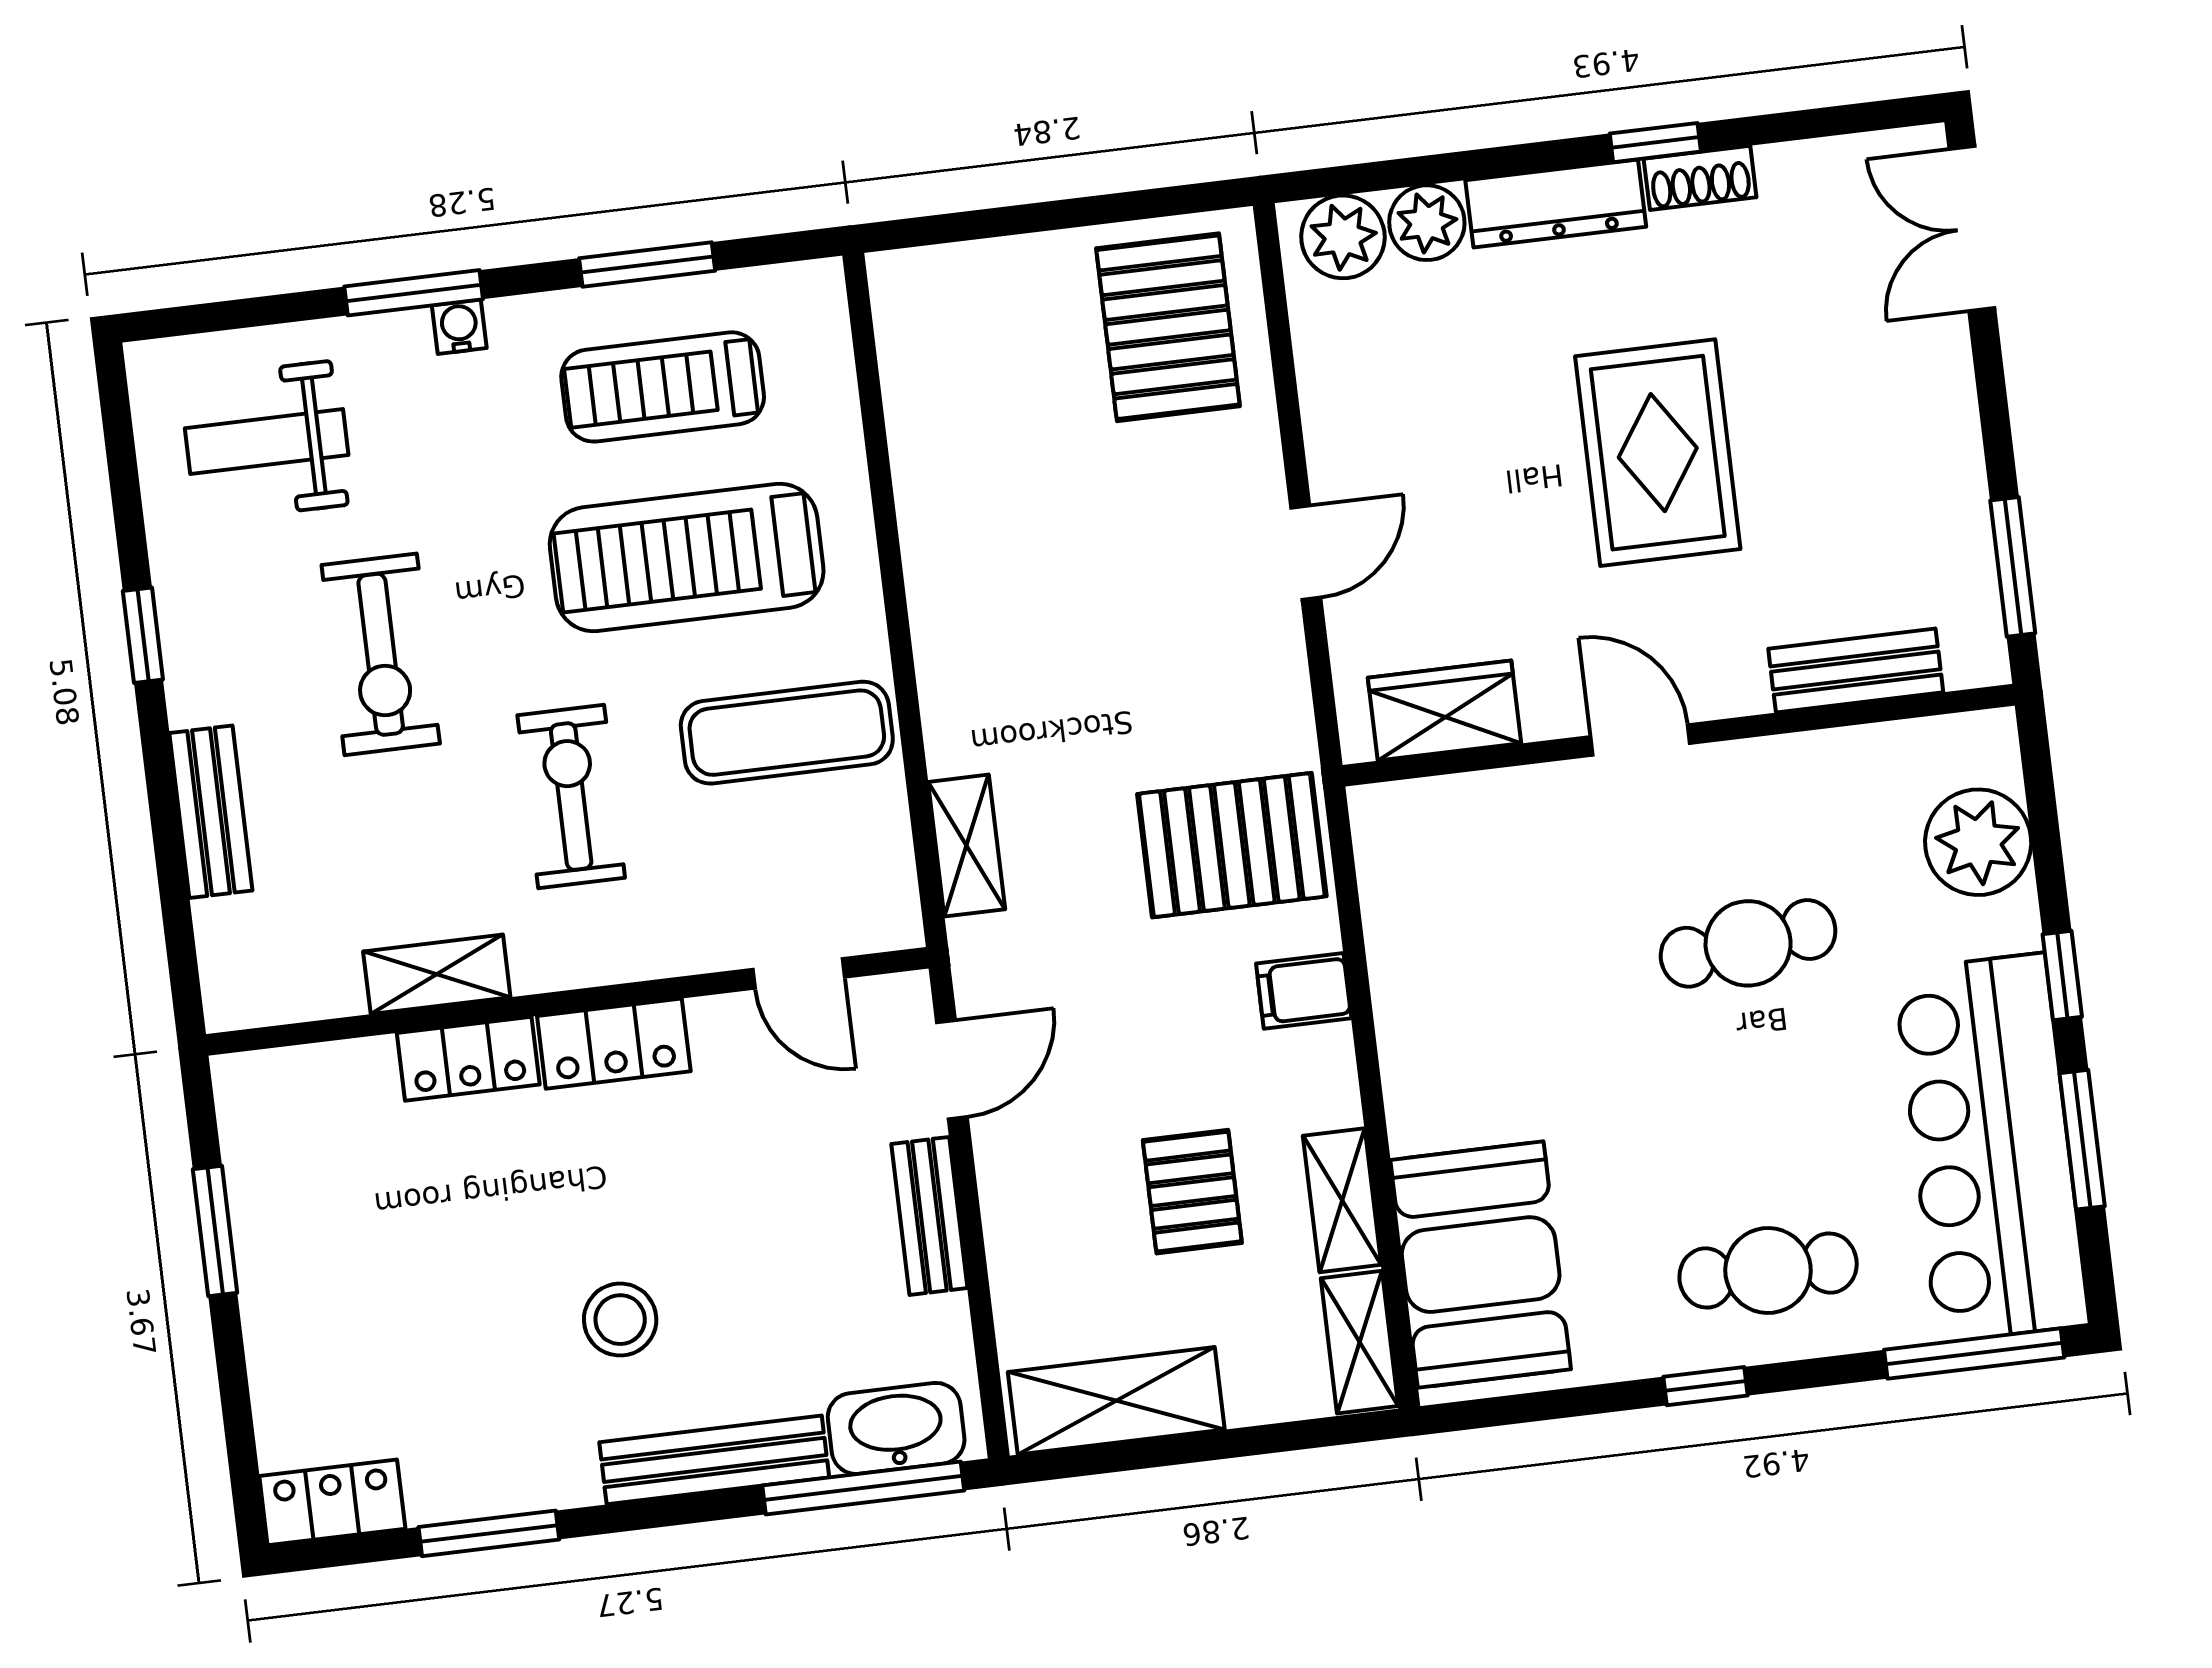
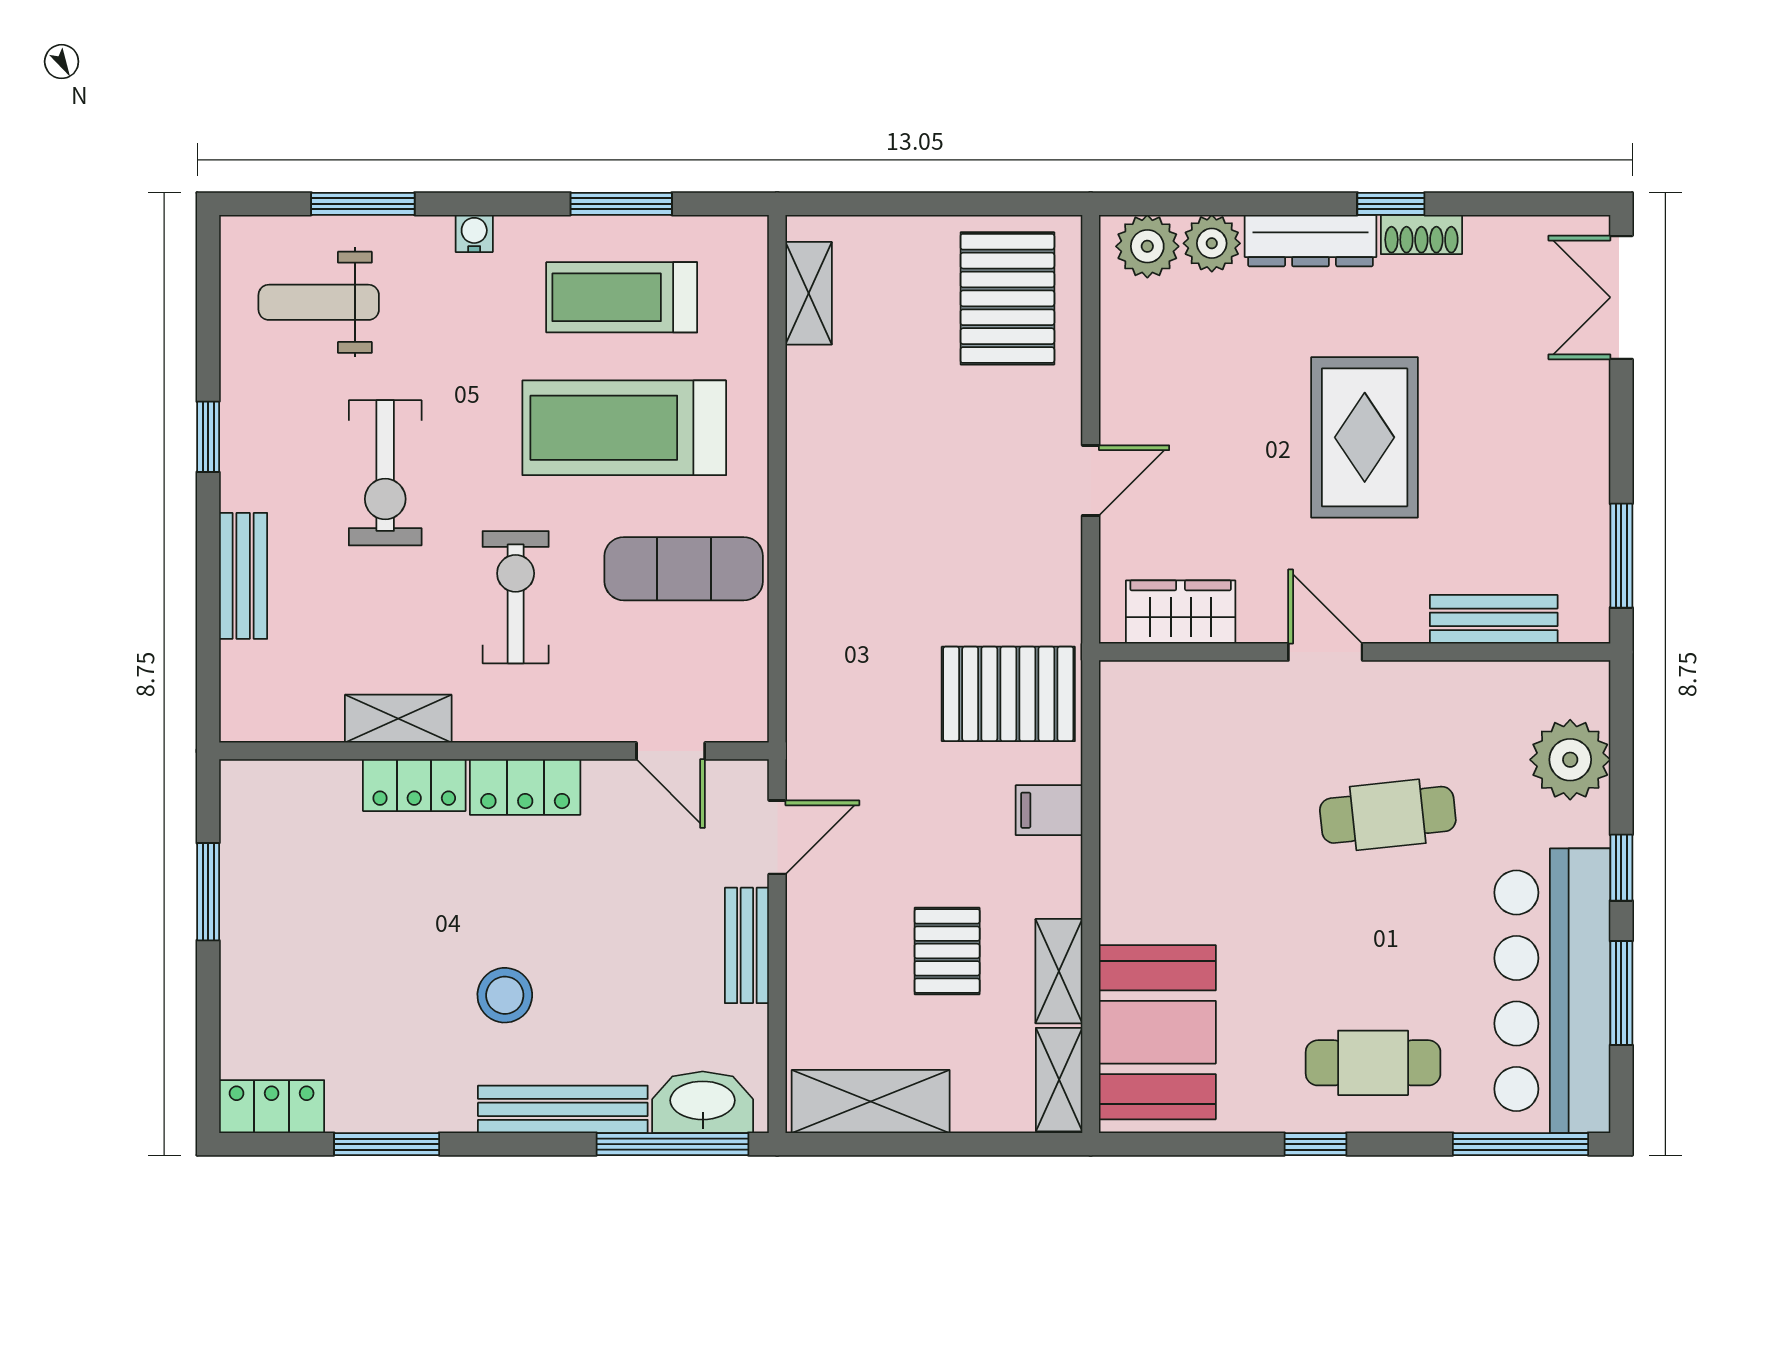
window: (414, 293) -> (363, 204), moved
shelving: (967, 846) -> (809, 293), moved

